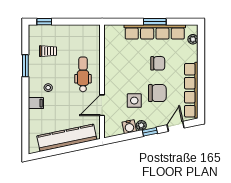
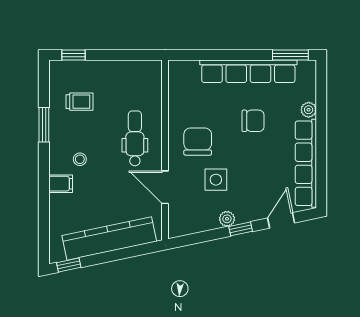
window: (155, 22) -> (290, 55), moved
plant: (193, 39) -> (309, 110), moved
chair: (157, 93) -> (198, 142), moved, turned -90
door: (102, 105) -> (165, 187), hinge flipped
water cooler: (129, 127) -> (208, 221), removed
window: (41, 155) -> (69, 265), added

